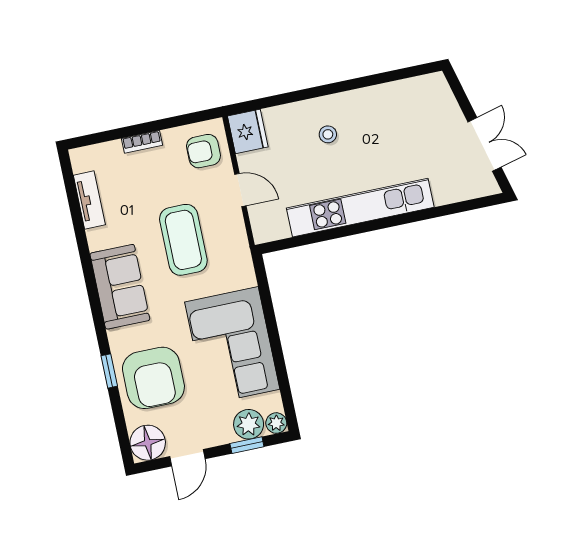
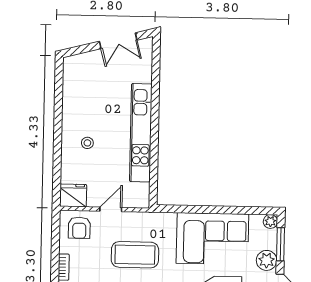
double door: (485, 144) -> (118, 41), swing flipped
plant: (249, 424) -> (267, 260), moved
window: (247, 445) -> (281, 244), width x1.50

